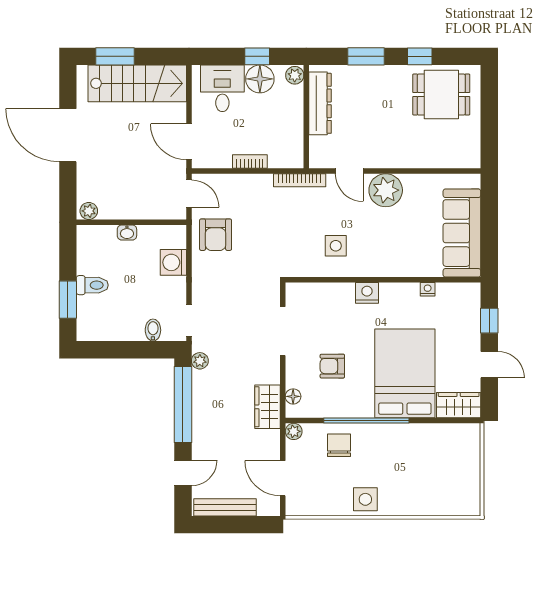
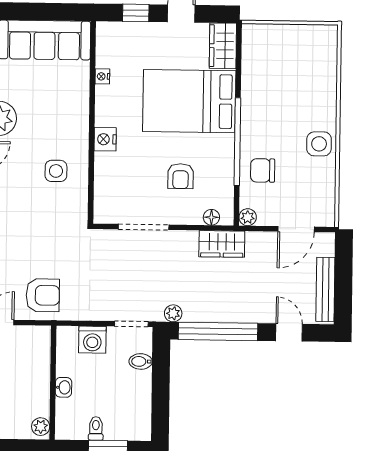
plant: (89, 211) -> (41, 427), moved
wall: (131, 222) -> (53, 383), moved
washbasin: (127, 233) -> (63, 387), moved
washing machine: (173, 262) -> (92, 340), moved
toilet: (92, 285) -> (96, 428), width x0.73, depth x0.72

